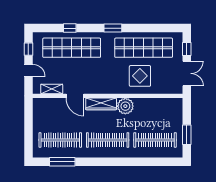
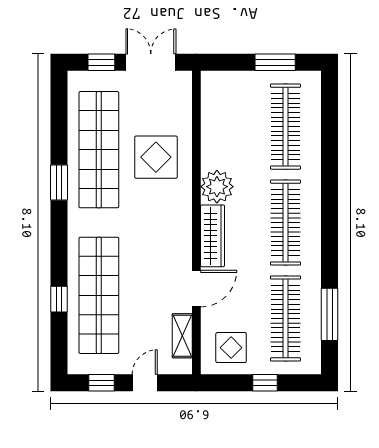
window: (113, 28) -> (59, 182), moved
display table: (46, 113) -> (231, 348), added
window: (28, 130) -> (265, 383), added

